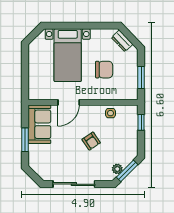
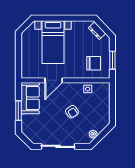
chair: (104, 70) -> (94, 63), moved
window: (141, 122) -> (112, 96), removed
window: (127, 171) -> (101, 136), removed

